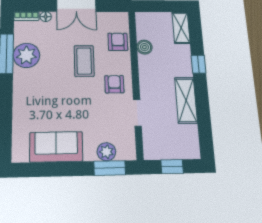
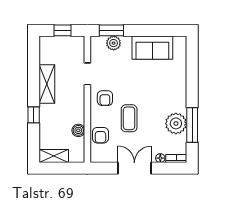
shelving: (181, 28) -> (54, 156), moved, turned 90

